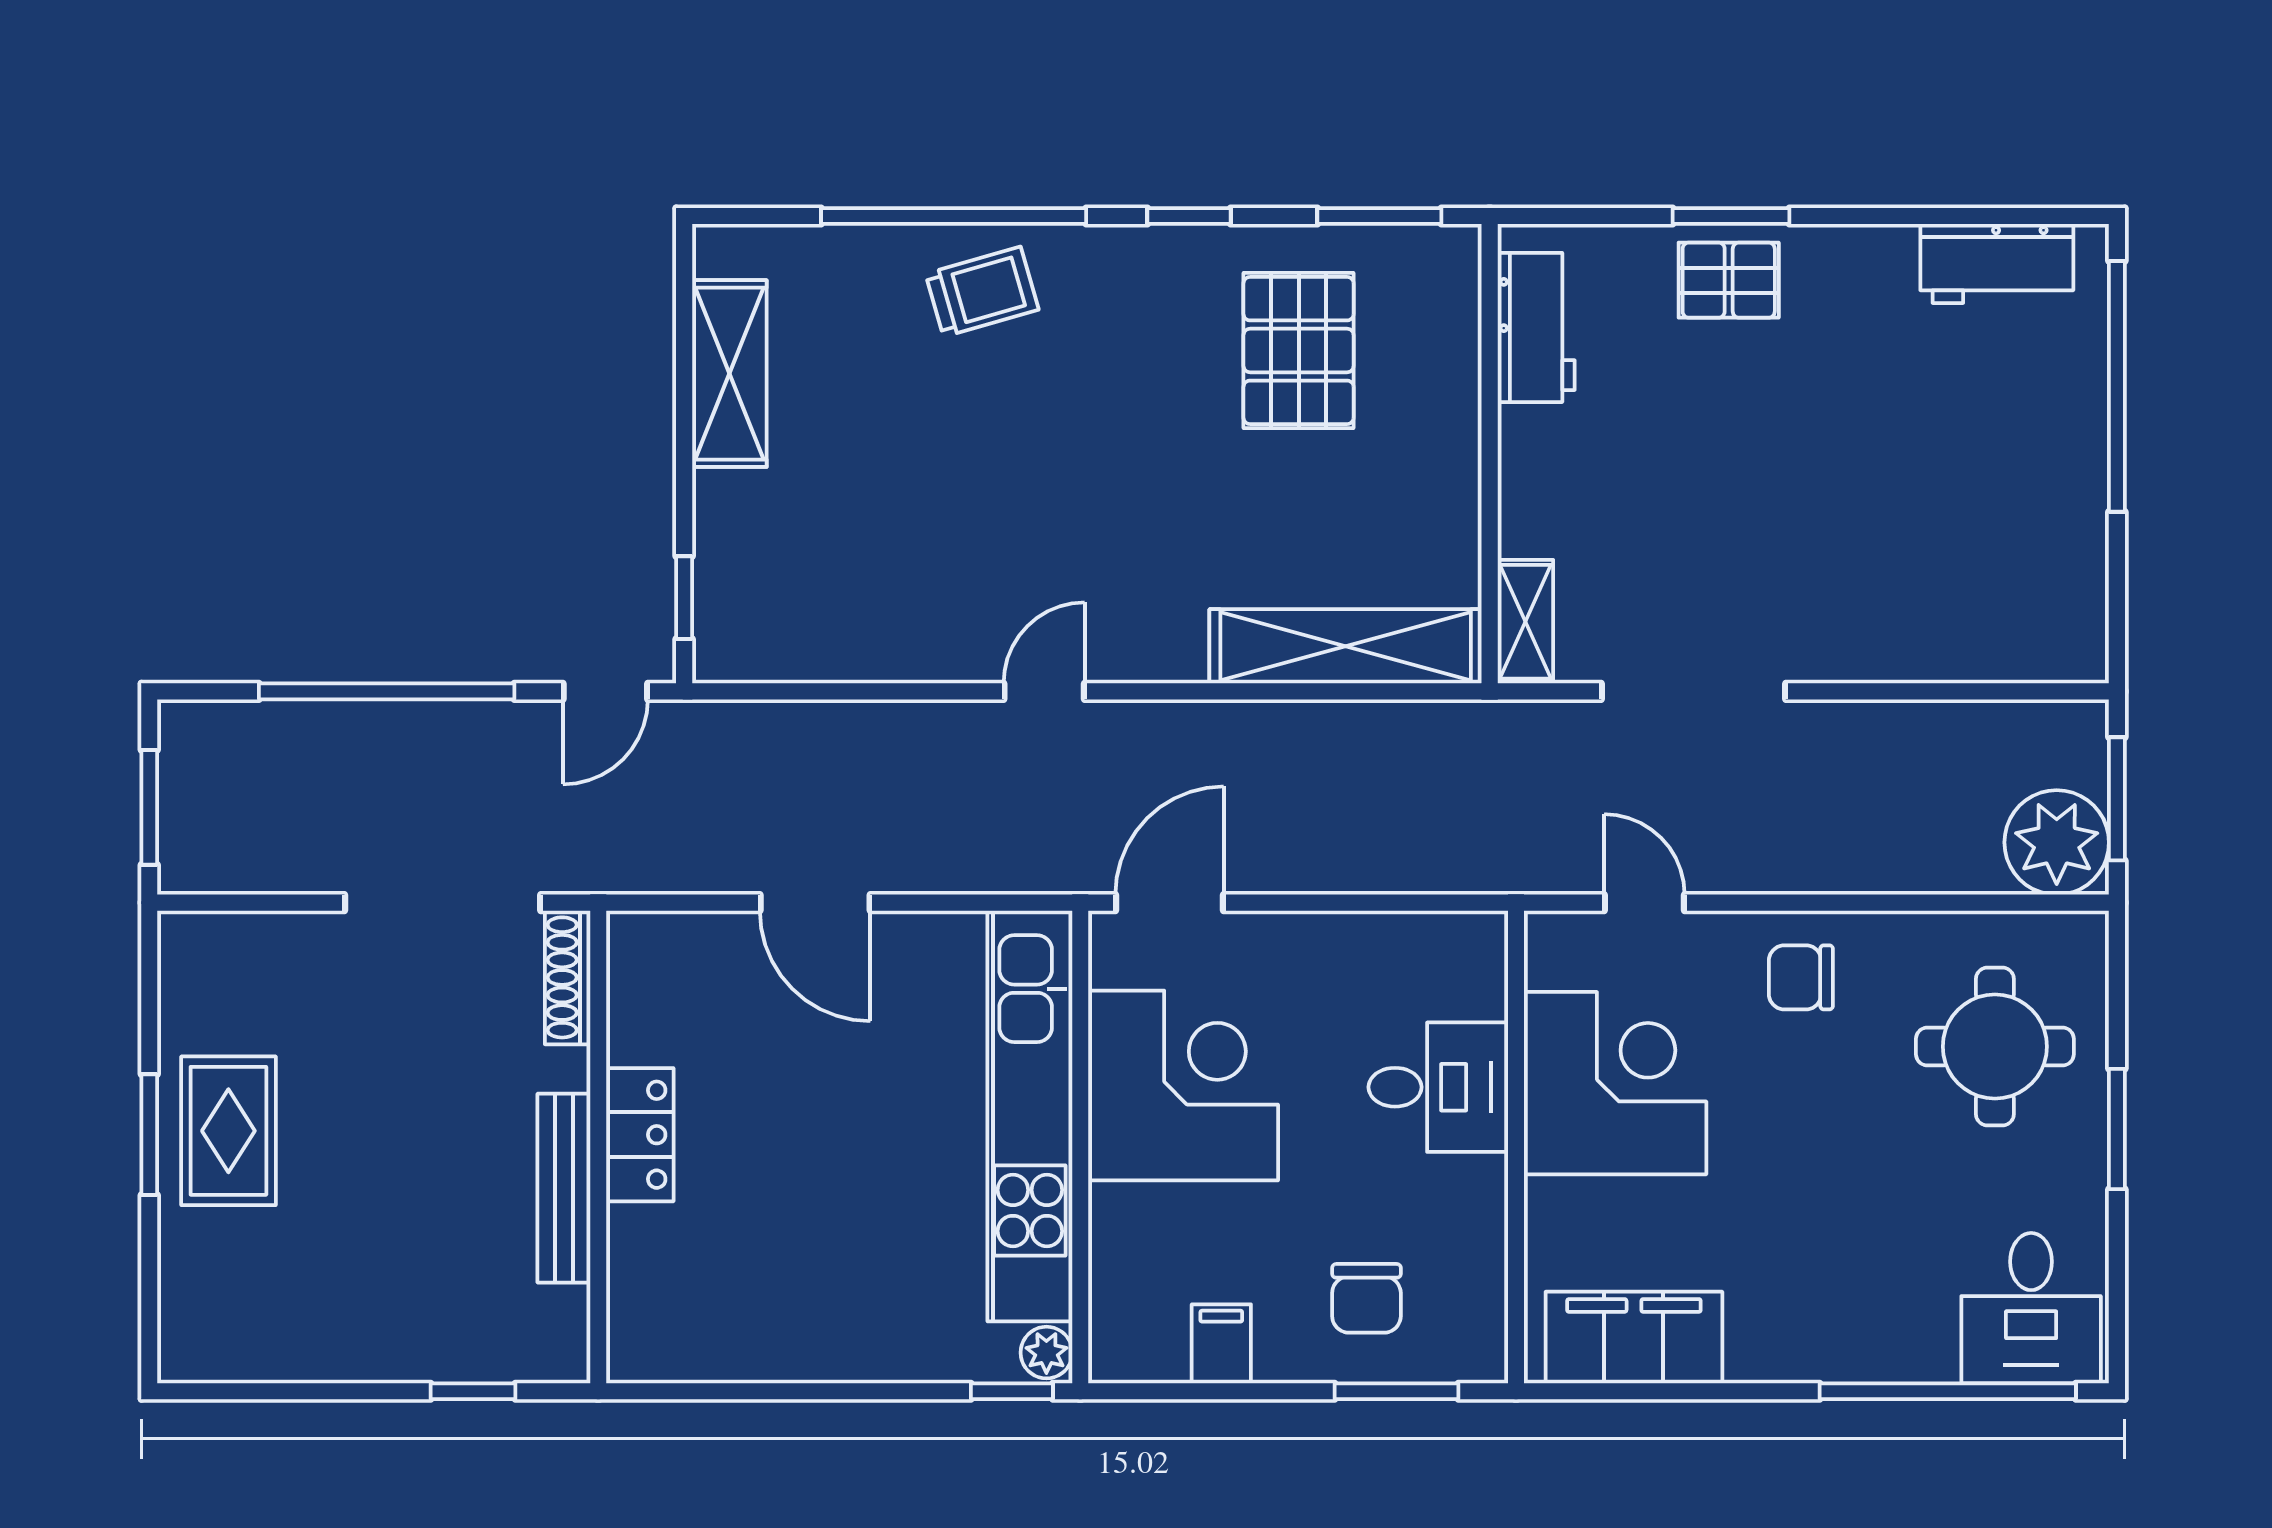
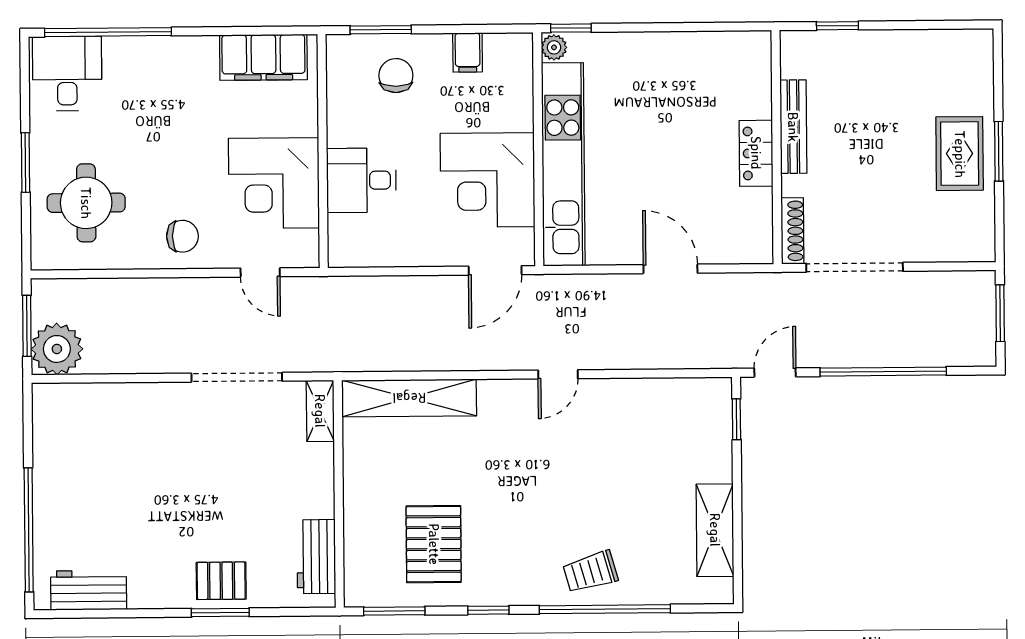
plant: (2057, 842) -> (57, 349), moved

